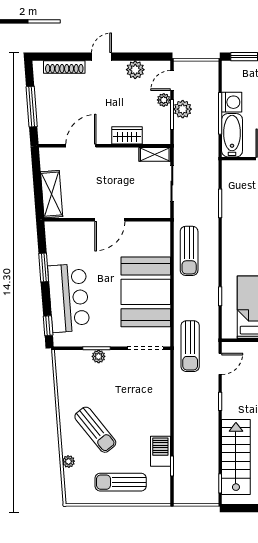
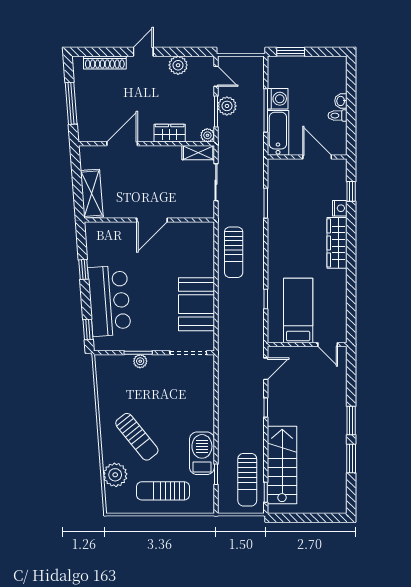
door: (172, 80) -> (216, 76), swing flipped
plant: (164, 100) -> (207, 135), moved
window: (44, 268) -> (84, 269), width x0.67
booth: (146, 292) -> (196, 304), width x0.73, depth x0.70
sun lounger: (190, 346) -> (247, 480), moved
barbecue: (160, 451) -> (202, 453), width x1.37, depth x1.21
plant: (68, 461) -> (115, 475), width x1.88, depth x1.88

